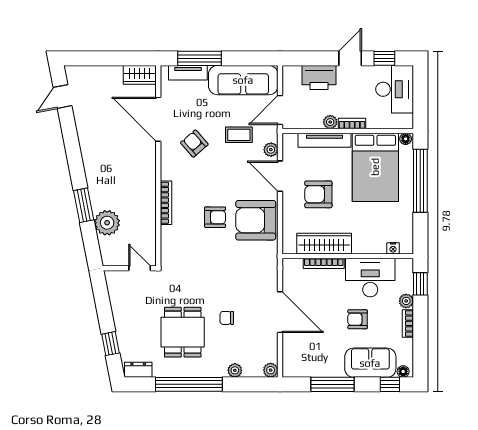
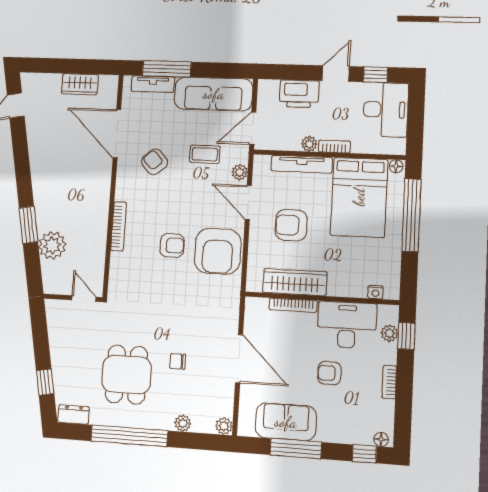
wardrobe: (140, 75) -> (80, 84), moved
armchair: (256, 220) -> (218, 251), turned -90
plant: (406, 301) -> (389, 333), moved
sofa: (370, 363) -> (286, 422), moved

